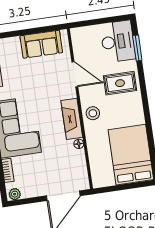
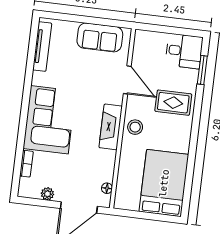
desk: (118, 41) -> (184, 51), width x0.73
floor lamp: (79, 144) -> (107, 188), moved
plant: (15, 194) -> (47, 194), moved

